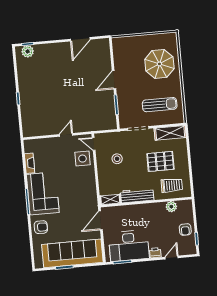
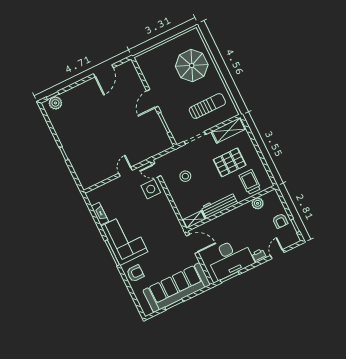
trolley: (172, 185) -> (250, 182), turned -90
door: (101, 220) -> (192, 244), swing flipped

